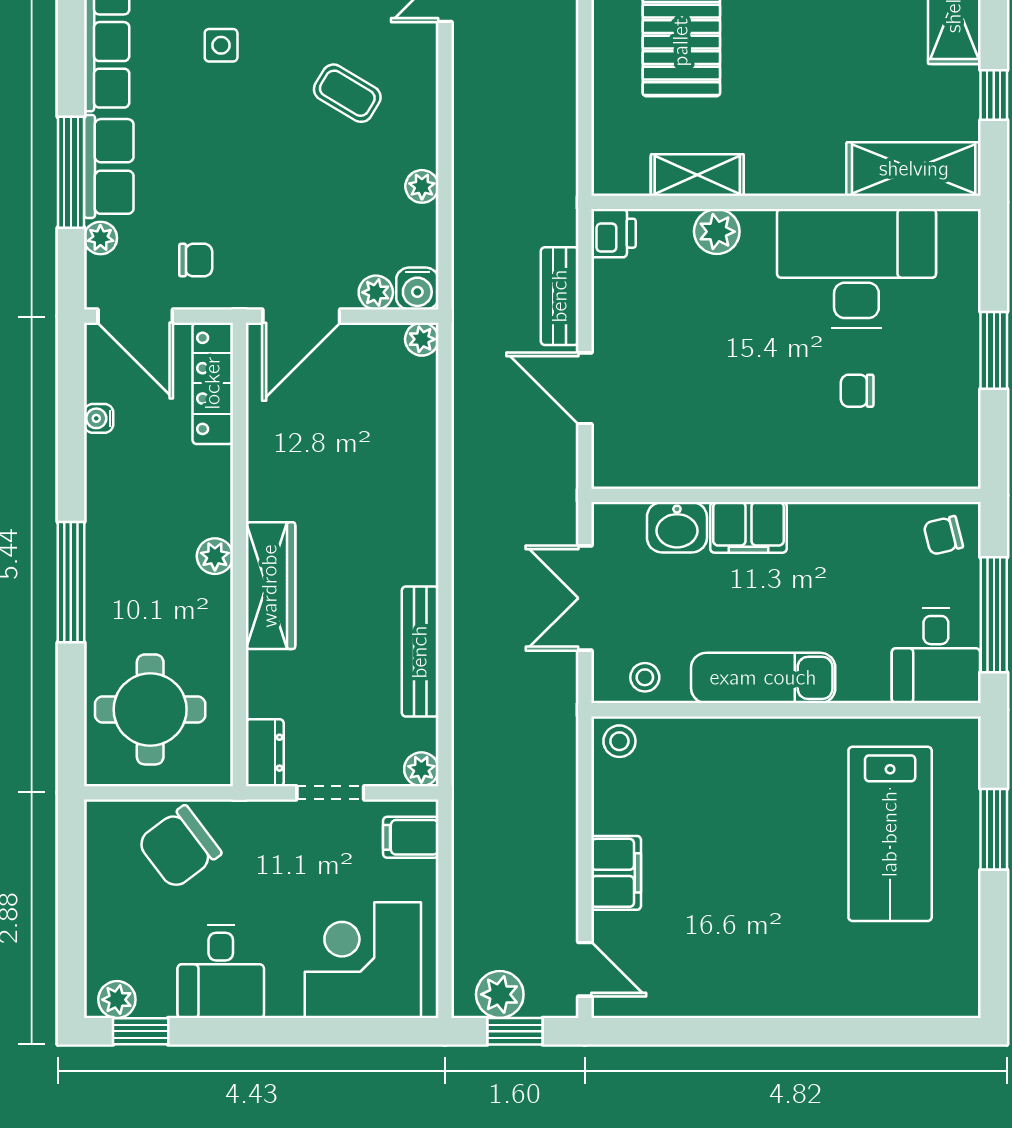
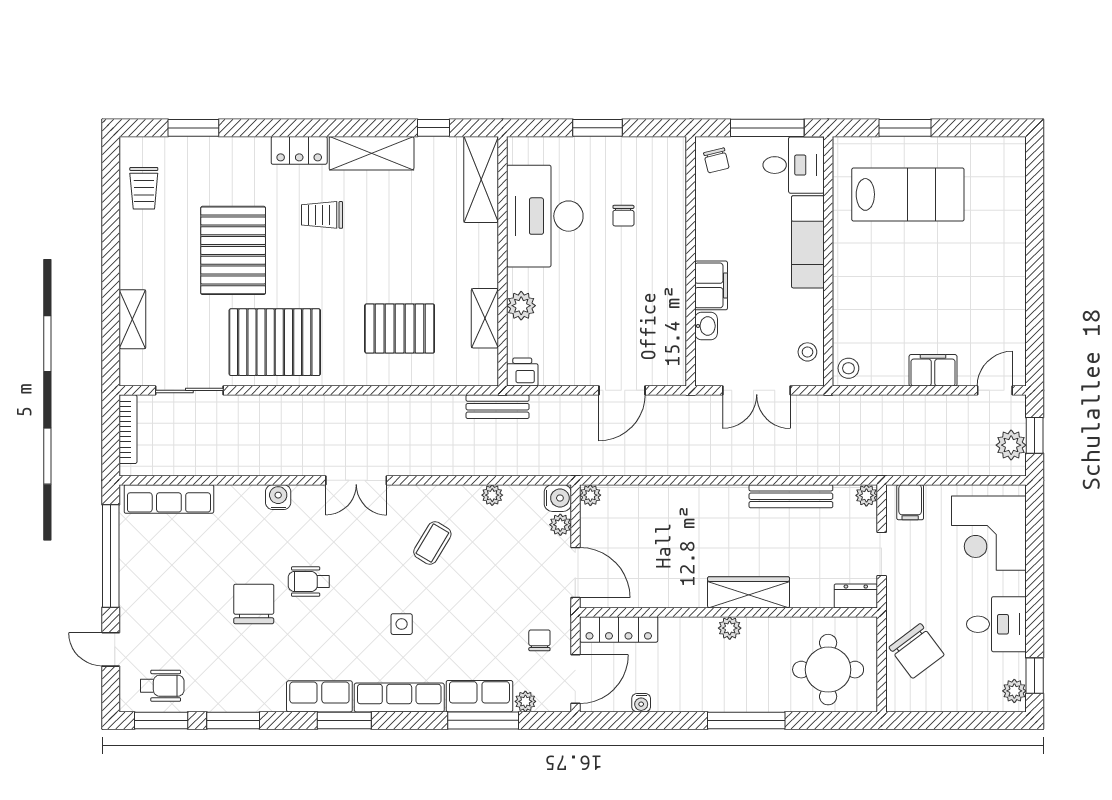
bench: (560, 296) -> (498, 407), moved
washbasin: (677, 527) -> (706, 326), width x0.72, depth x0.69
exam couch: (763, 678) -> (808, 242), moved

